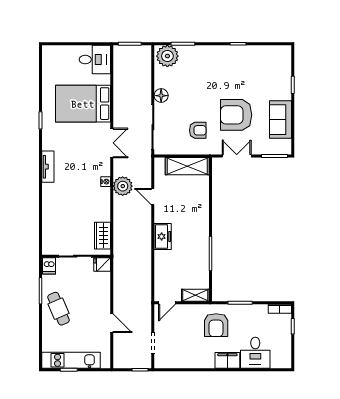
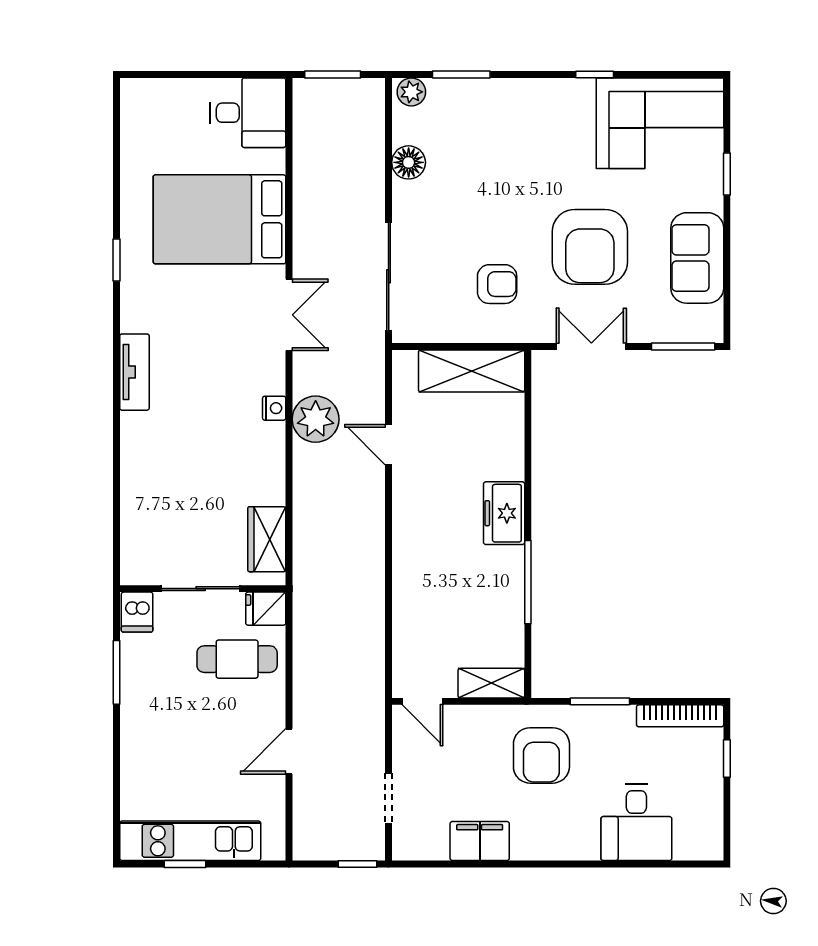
plant: (167, 56) -> (411, 92), width x0.53, depth x0.53
corner sofa: (265, 64) -> (660, 123), added
floor lamp: (161, 96) -> (409, 162), moved
armchair: (236, 115) -> (590, 247), turned -90
freezer: (163, 236) -> (504, 513), moved, turned 180
door: (167, 303) -> (423, 701), hinge flipped
cafe table: (58, 309) -> (237, 659), moved, turned -67
bookcase: (280, 309) -> (680, 716), width x1.56
door: (112, 323) -> (289, 751), swing flipped
filing cabinet: (227, 360) -> (480, 841), moved

